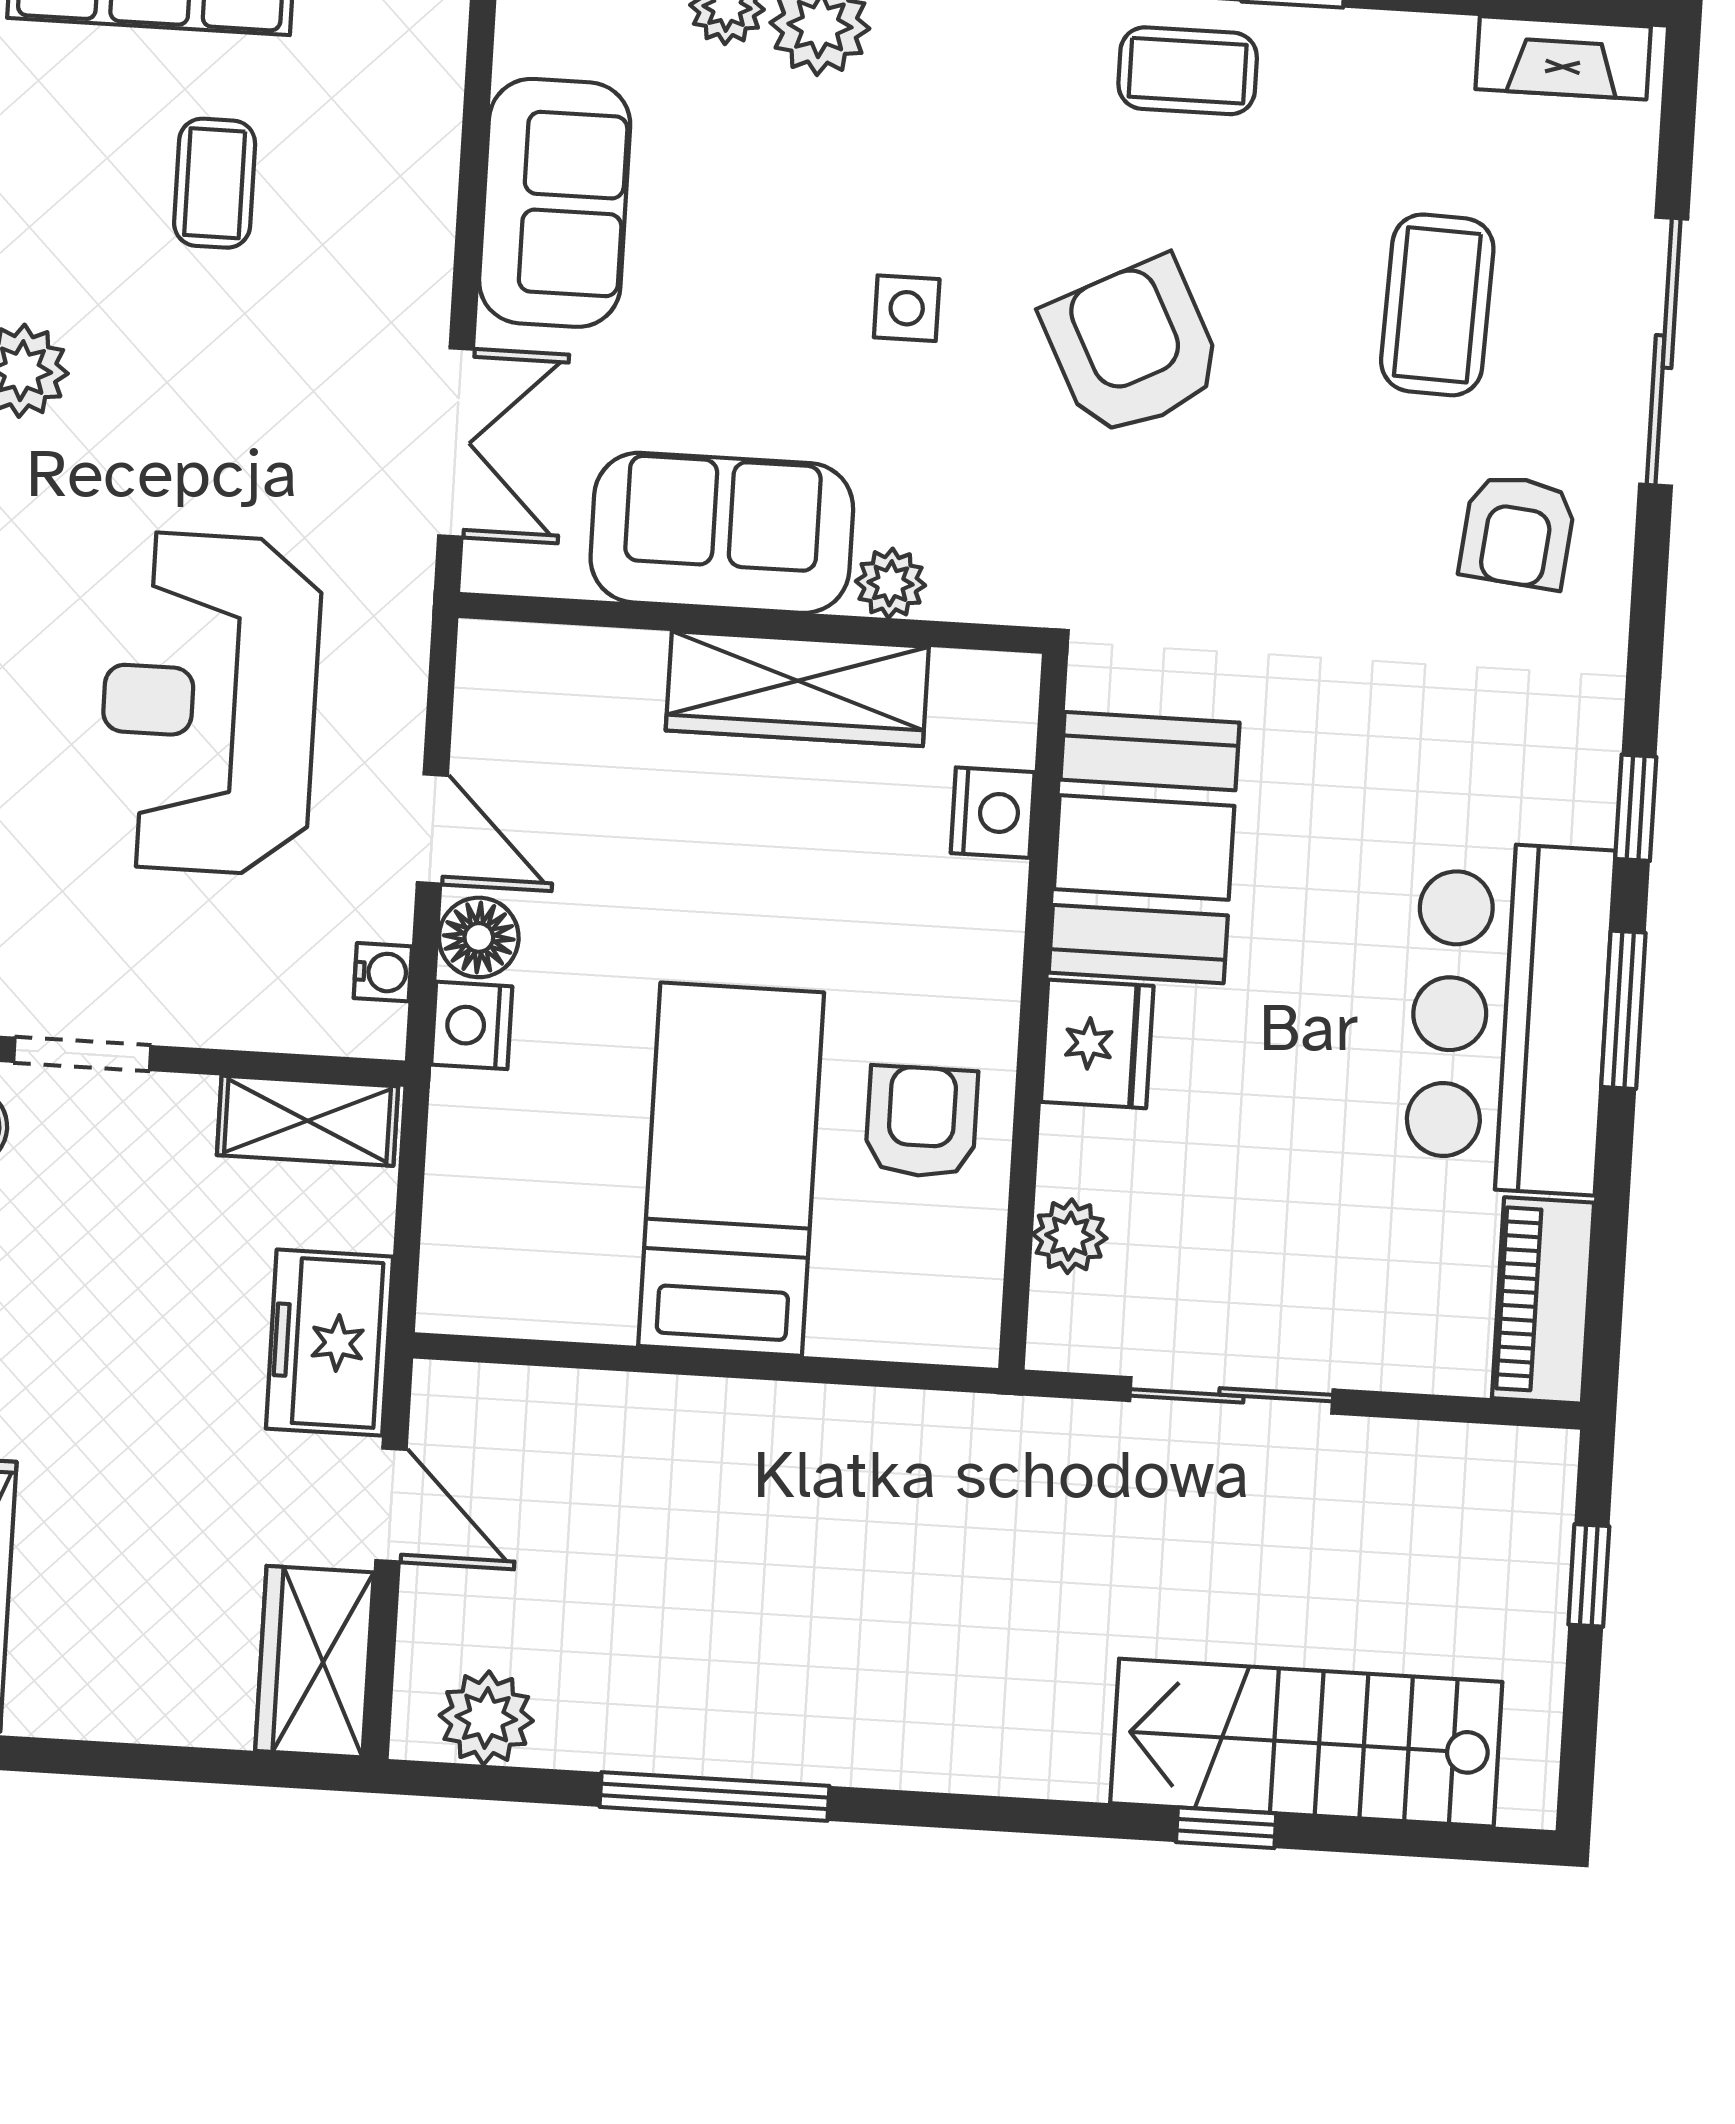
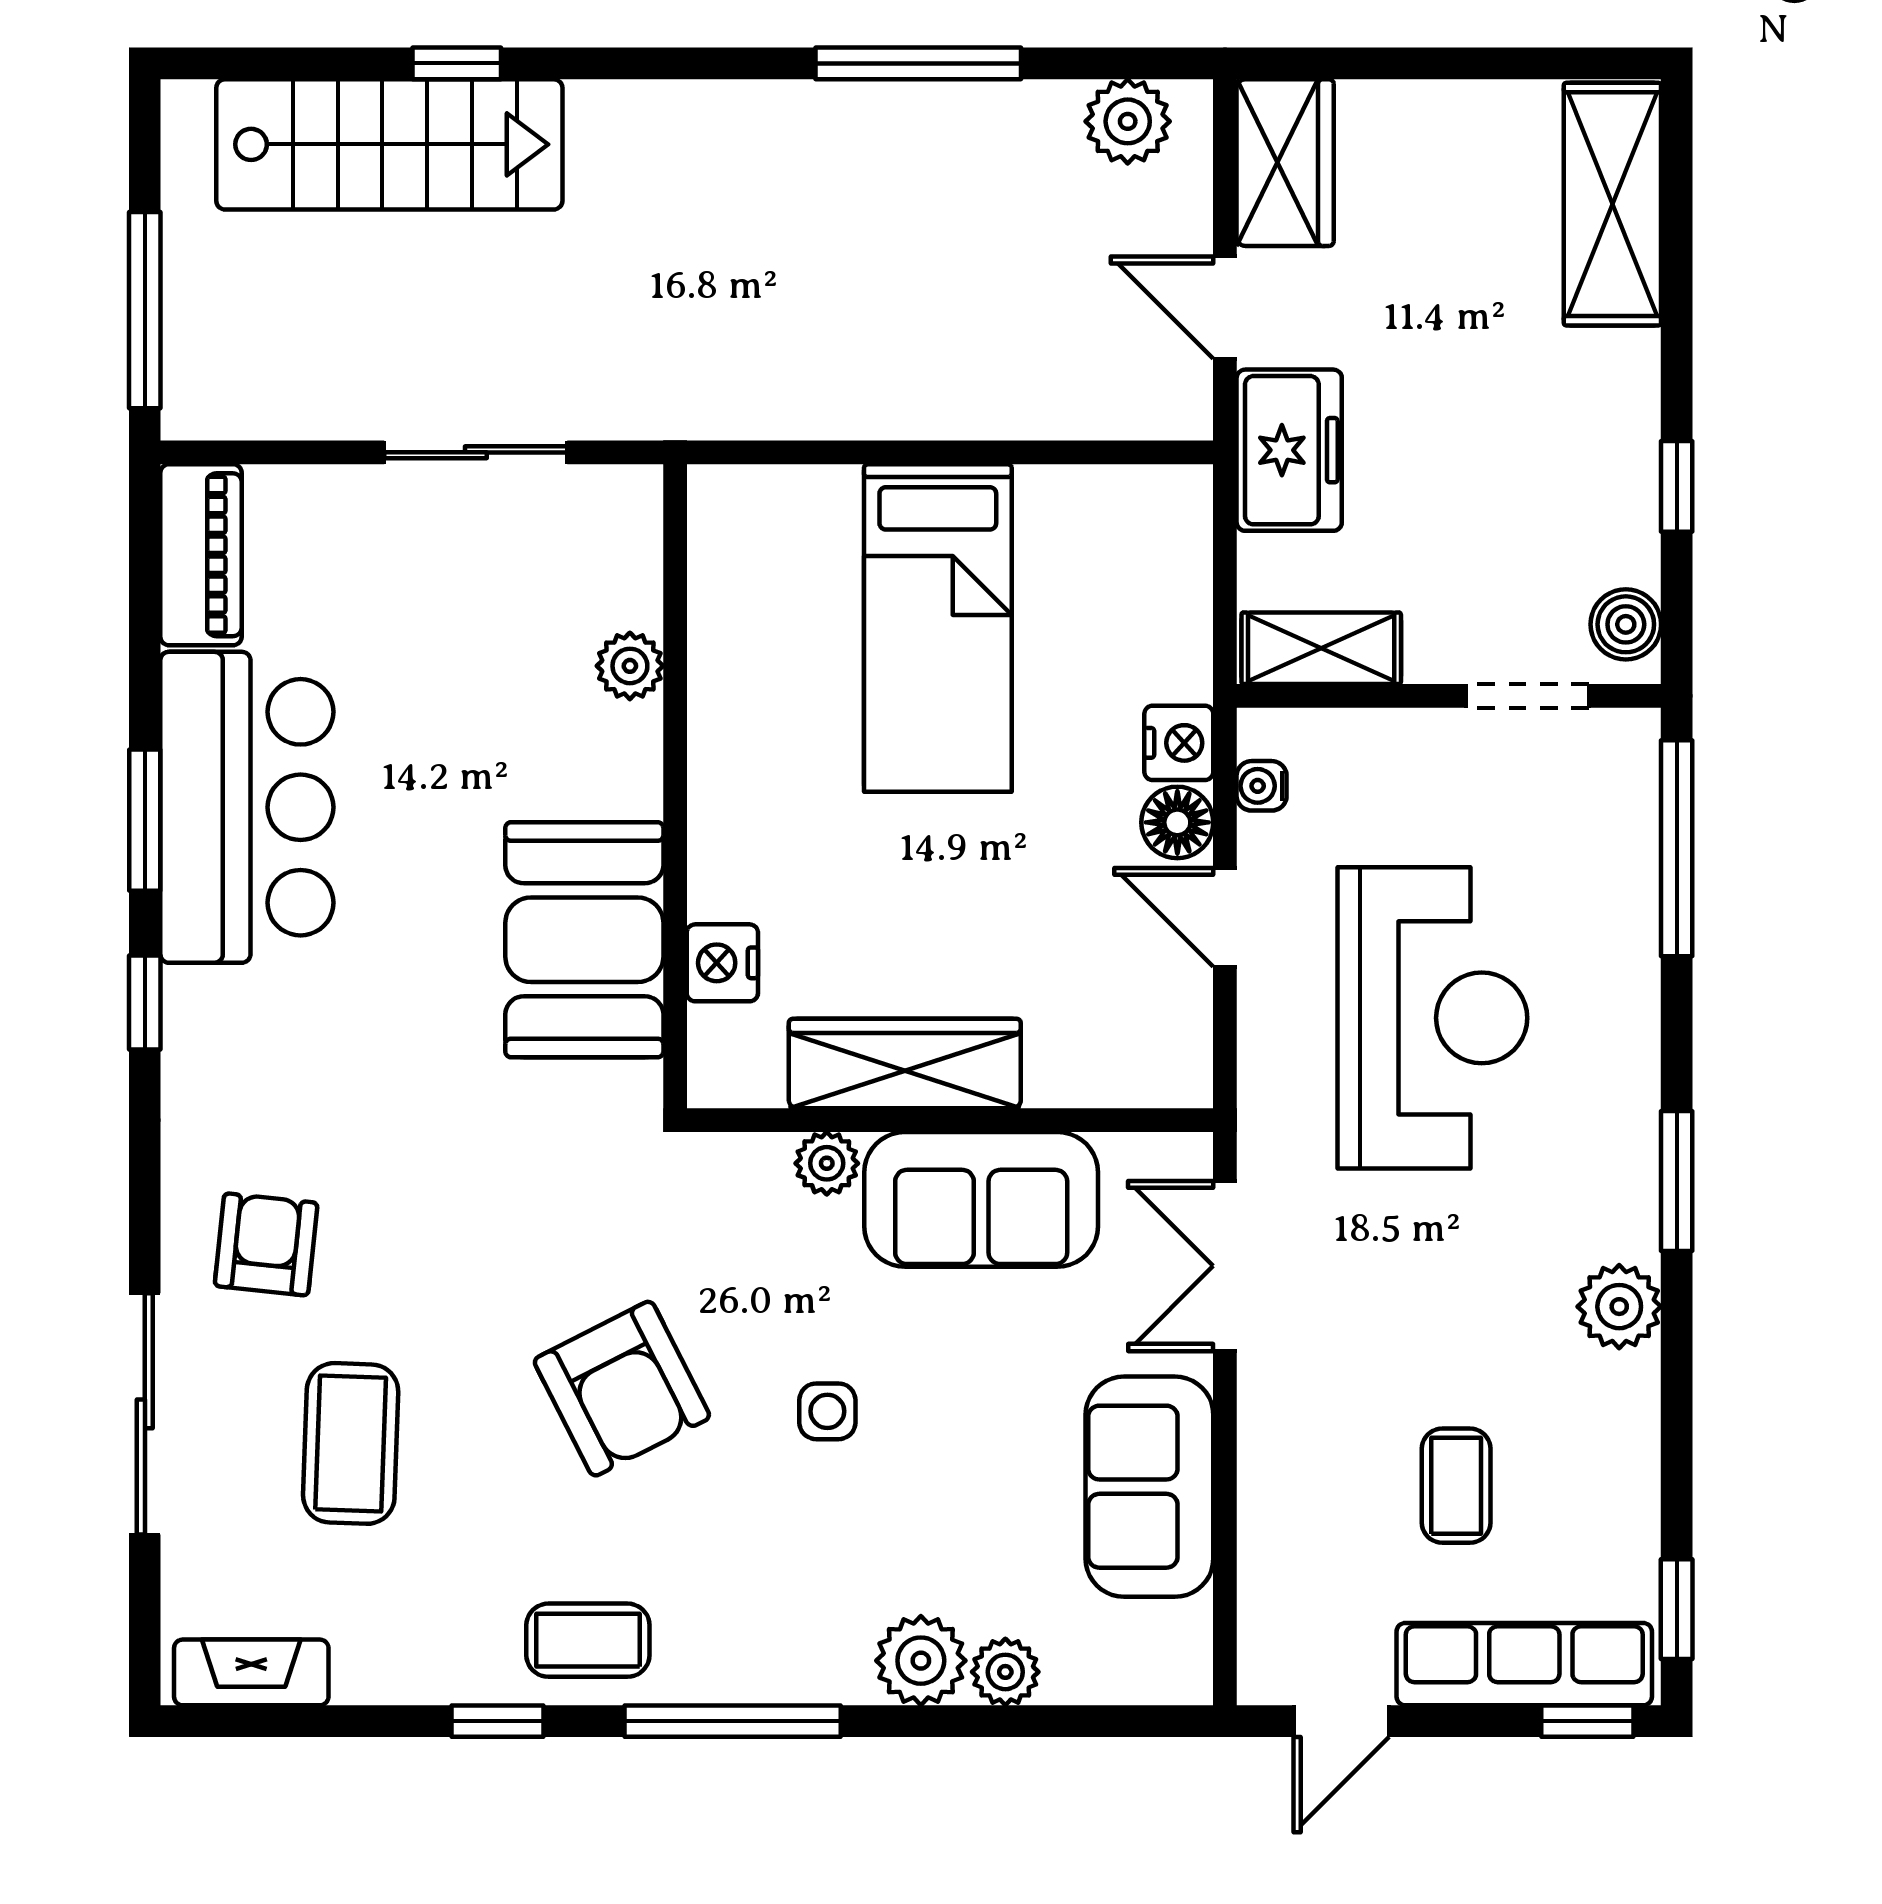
fridge: (1097, 1044) -> (616, 761), removed
armchair: (921, 1122) -> (769, 681), removed
plant: (1070, 1236) -> (630, 666), moved
window: (1589, 1575) -> (145, 310), width x2.17

